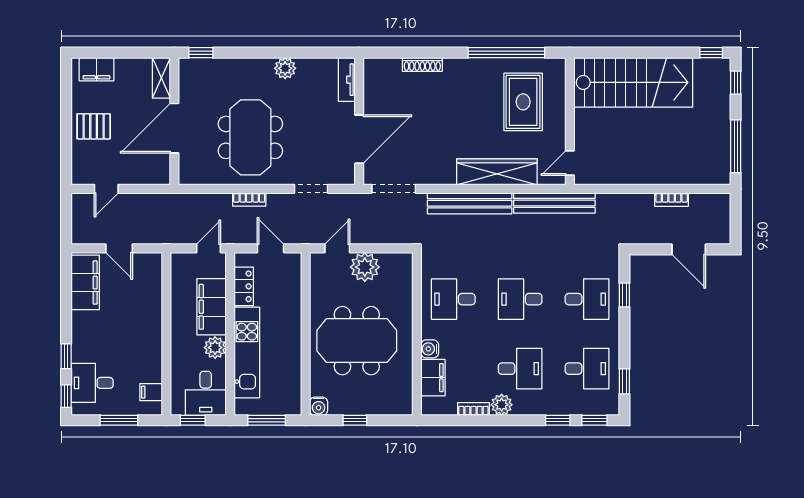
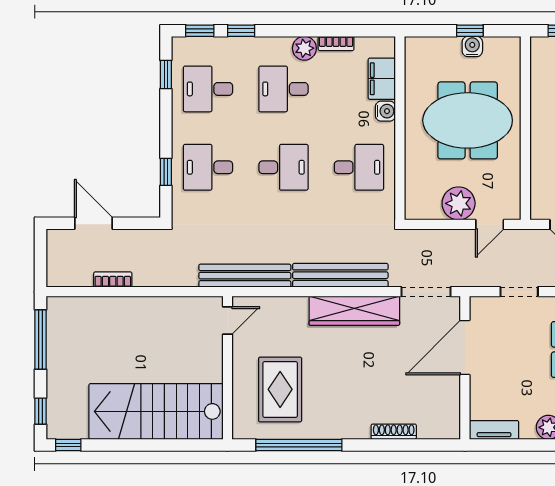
tv unit: (347, 80) -> (494, 430), moved, turned -90
wardrobe: (497, 172) -> (354, 311), moved
water cooler: (319, 406) -> (472, 46), moved

